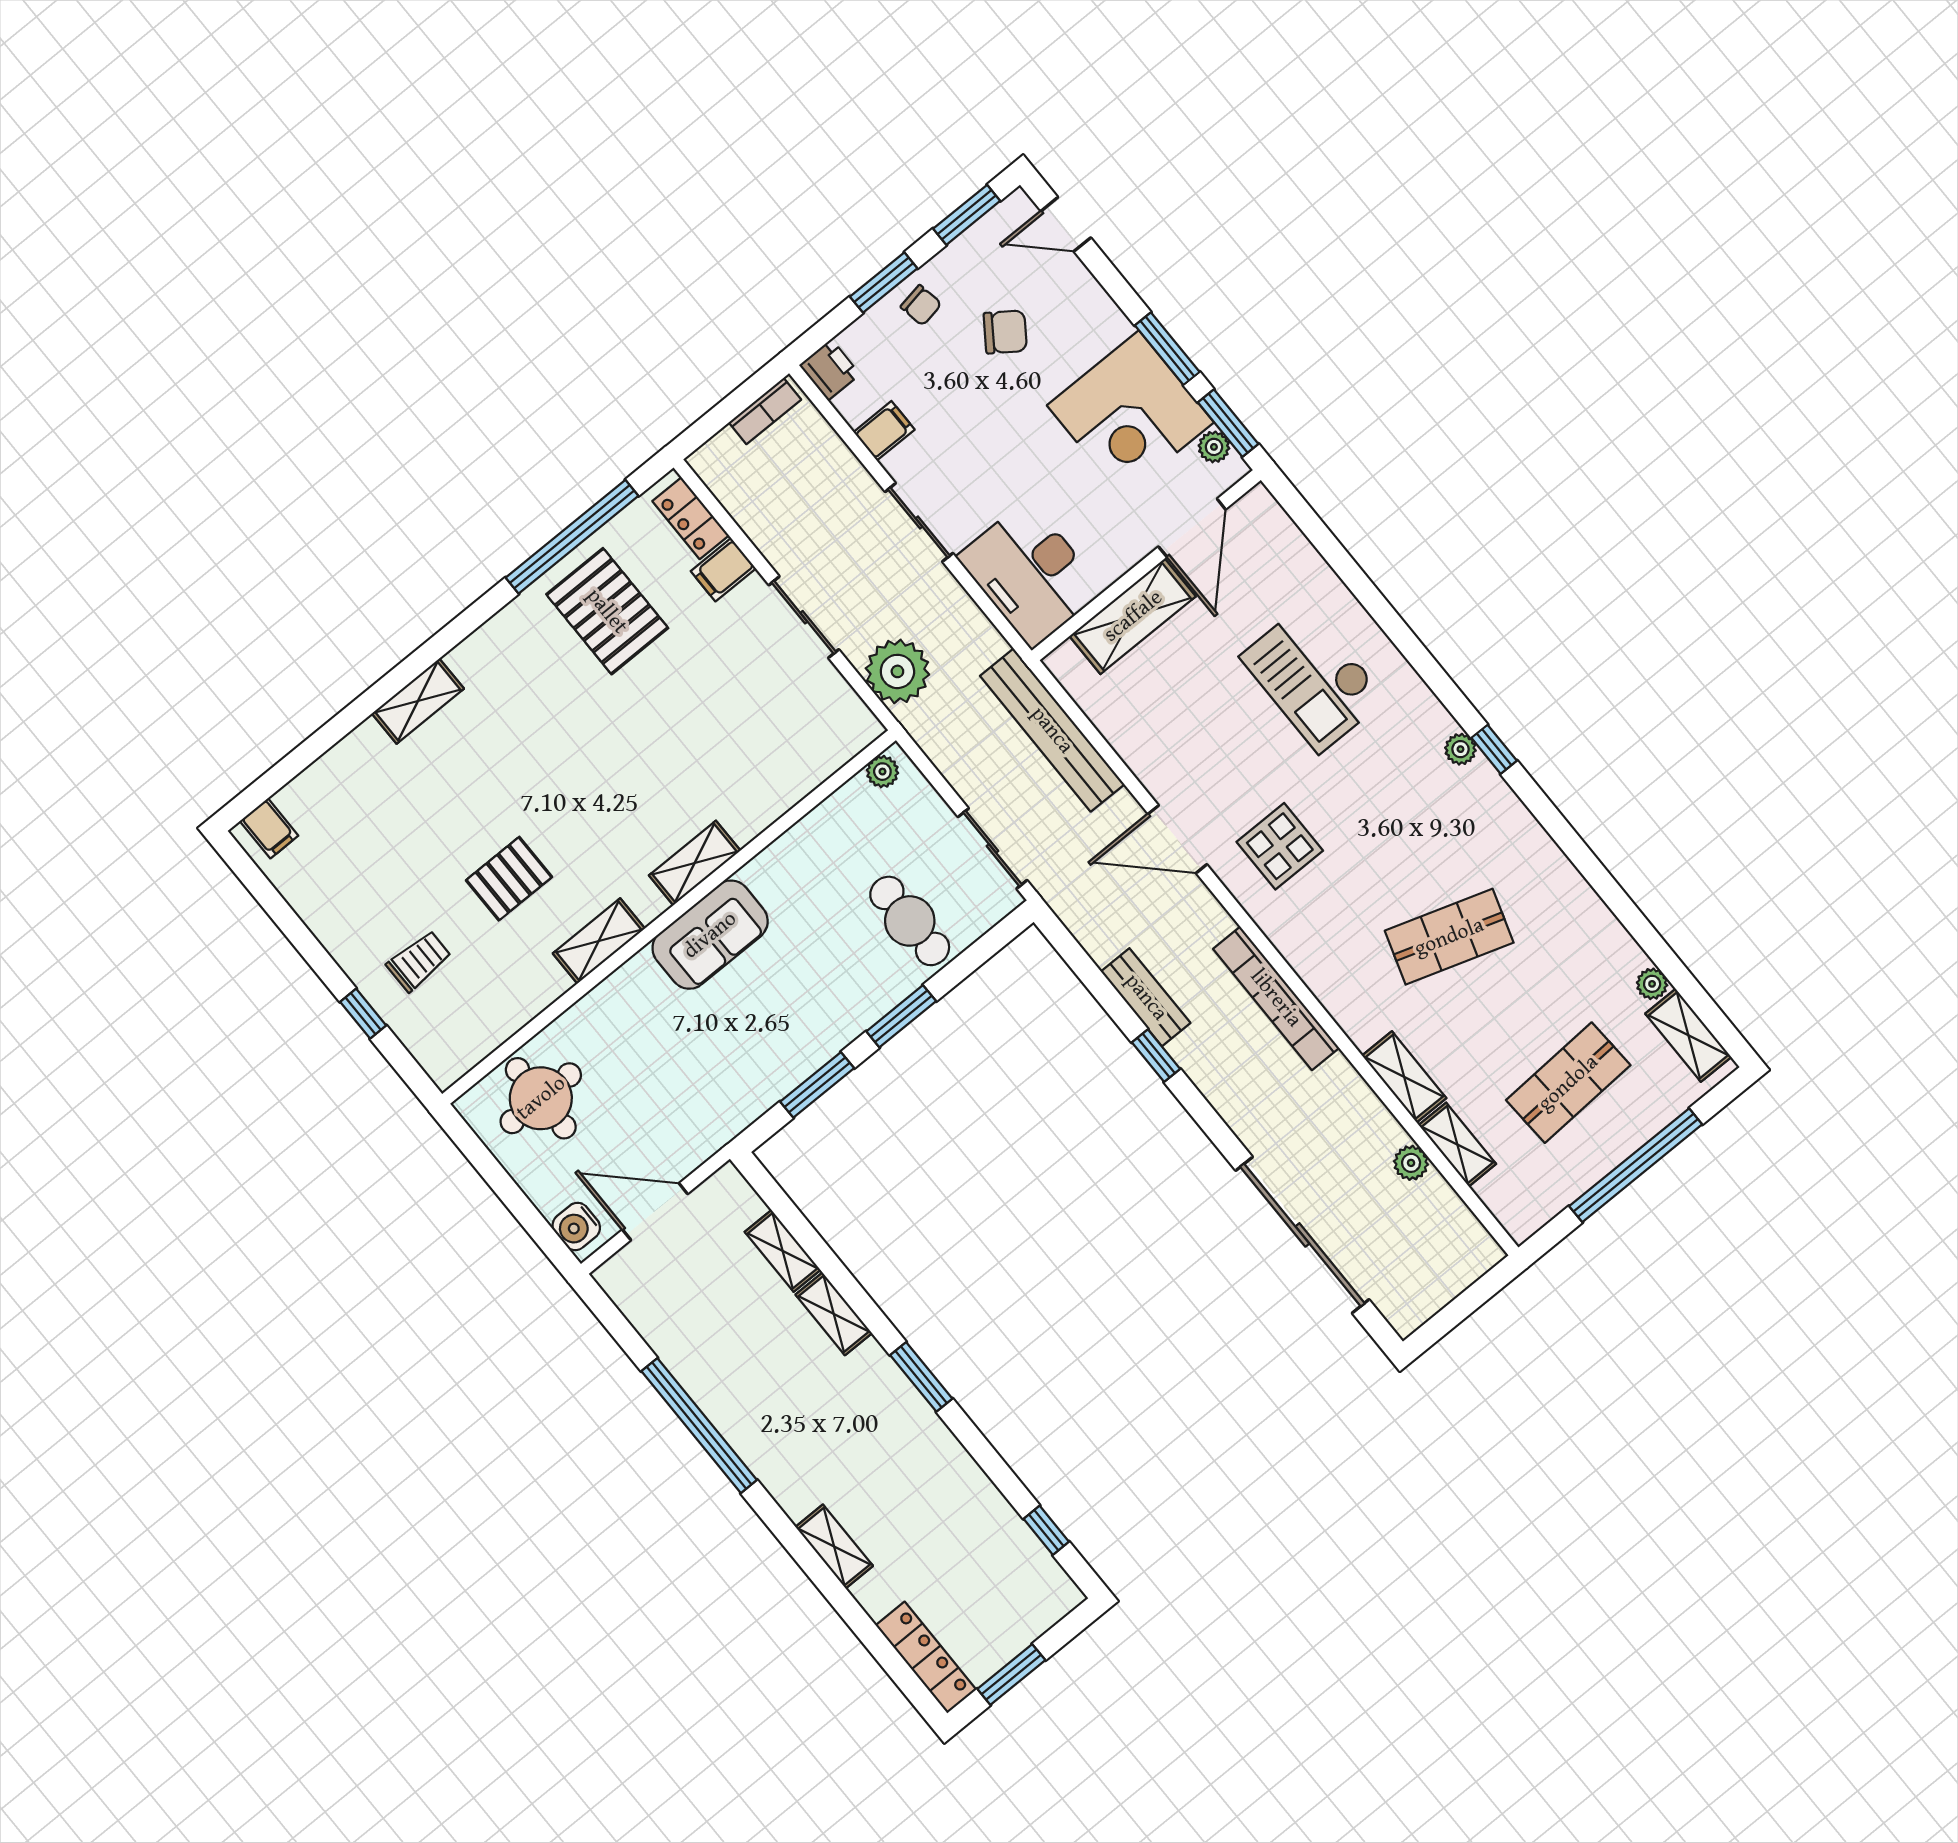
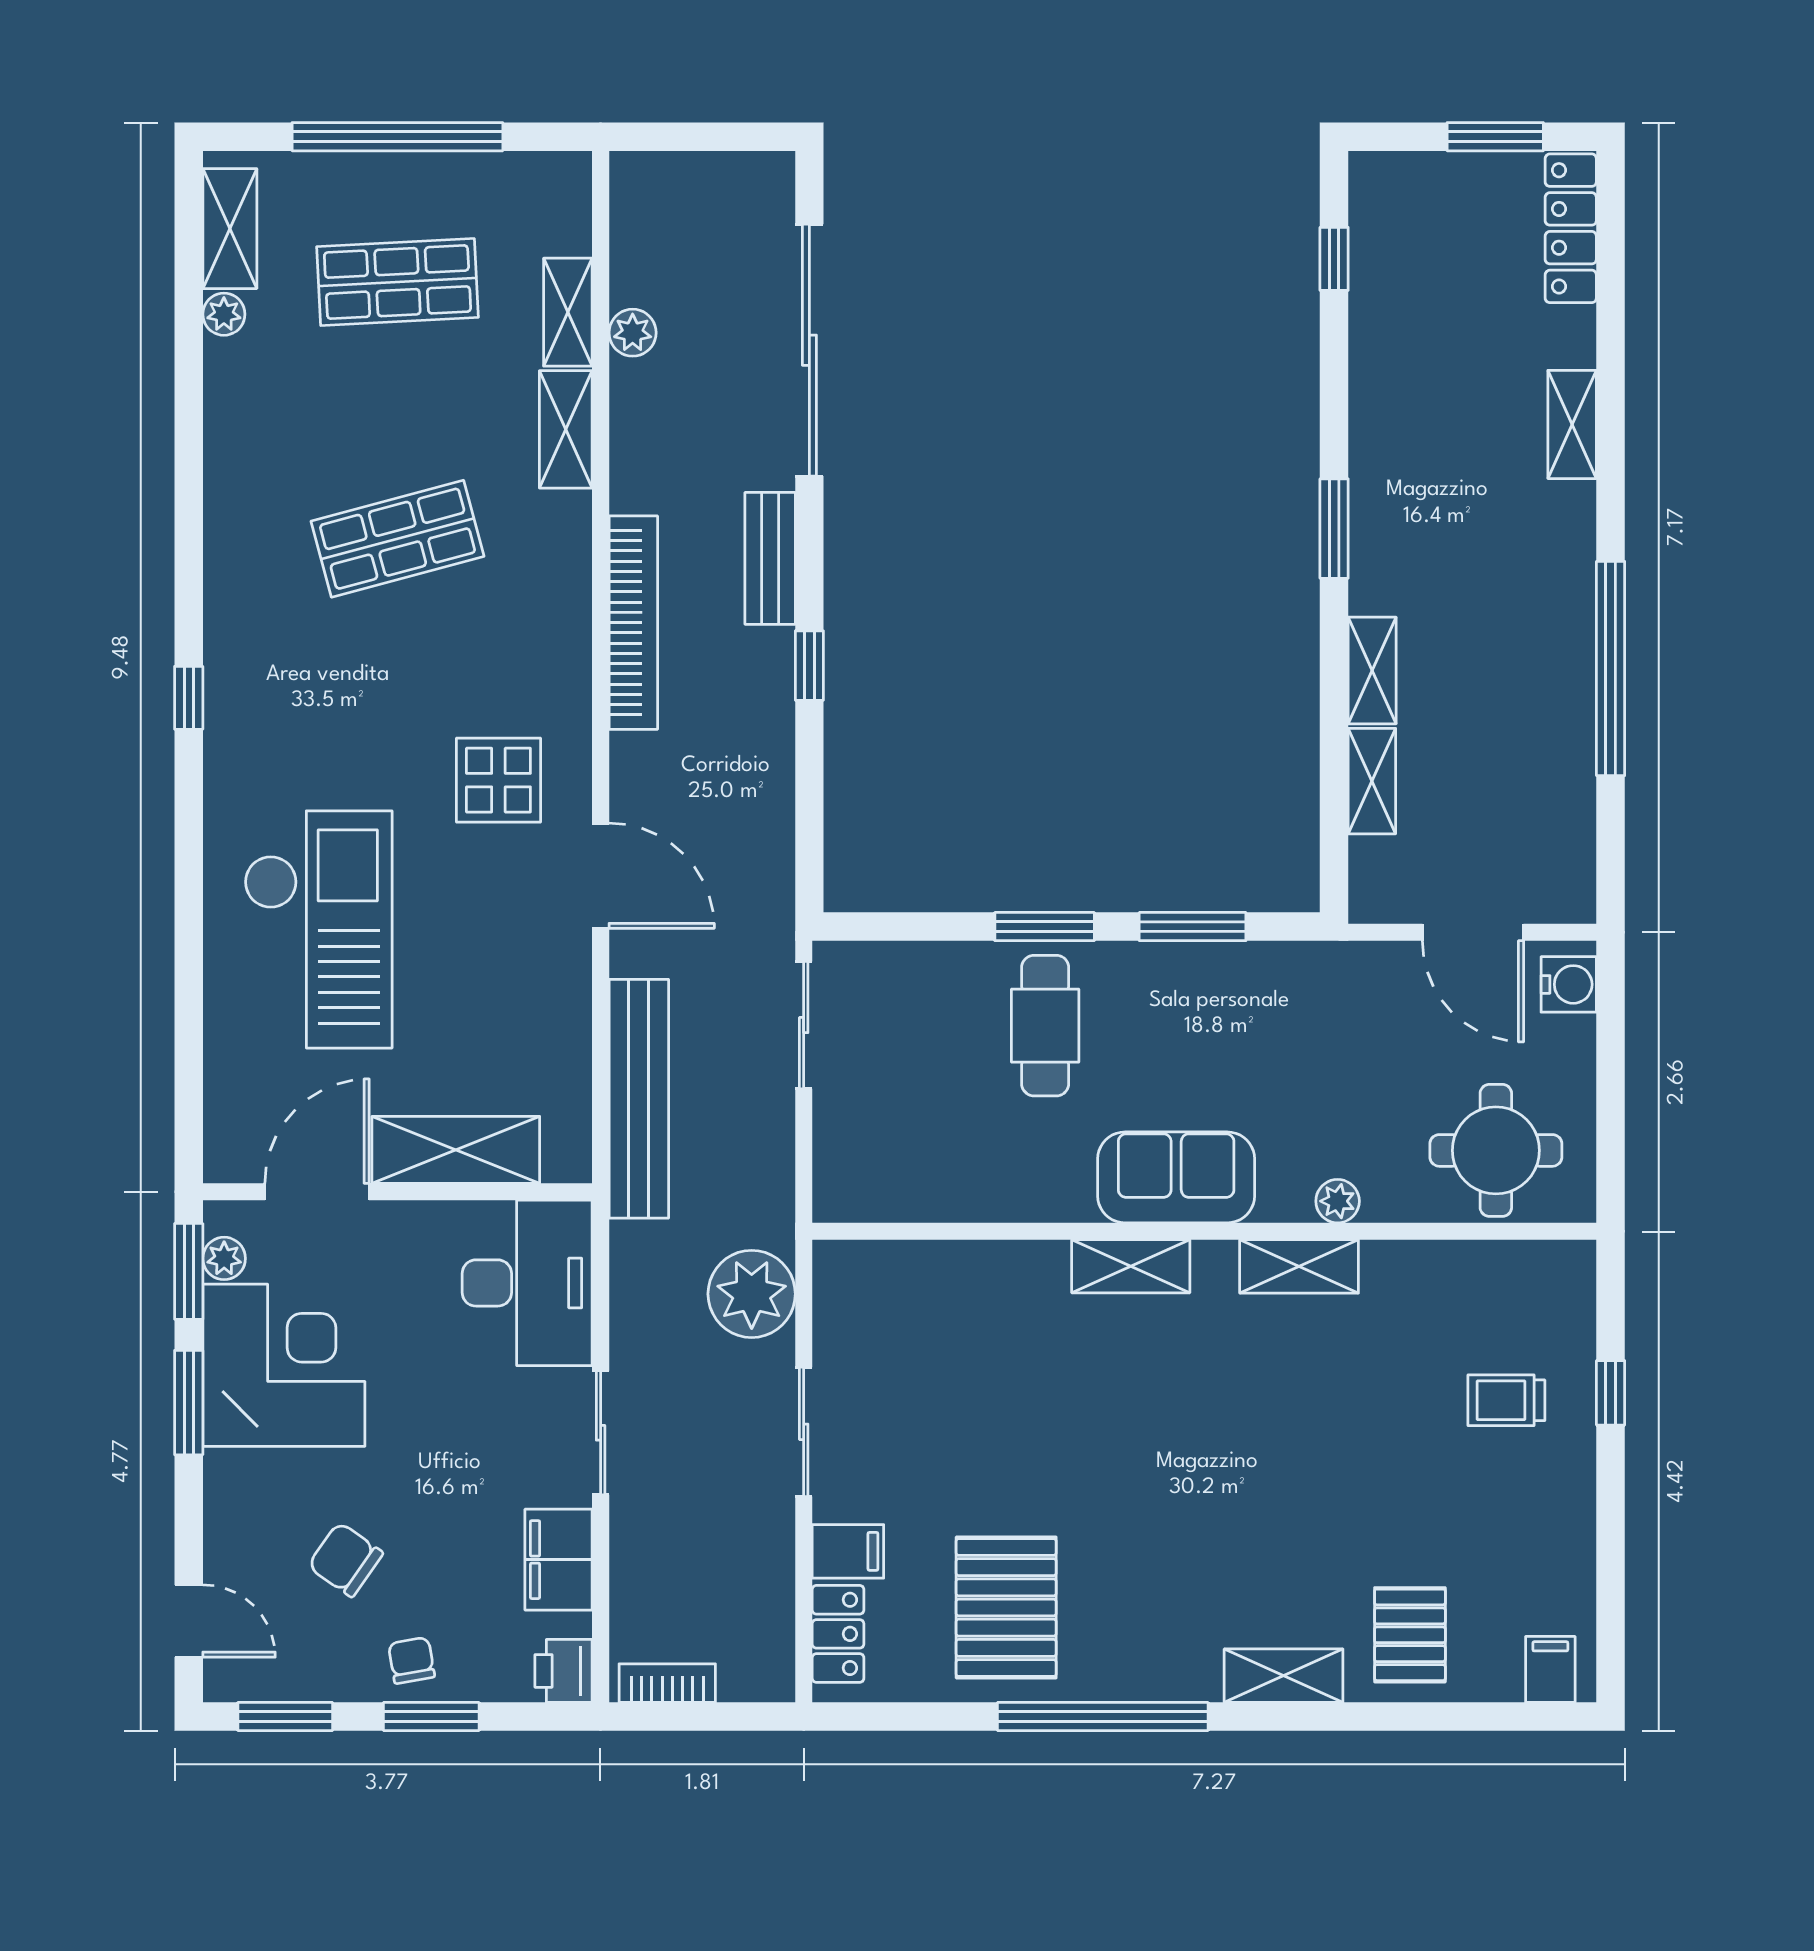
filing cabinet: (884, 431) -> (559, 1560), width x2.00
window: (572, 537) -> (1103, 1717), moved
checkout: (1313, 678) -> (318, 929), width x1.36, depth x1.21
plant: (1460, 749) -> (224, 727), removed
plant: (882, 772) -> (1338, 1201), moved
pallet: (509, 879) -> (1410, 1635), moved, turned 90
cafe table: (910, 921) -> (1045, 1026), moved
shop shelf: (1449, 937) -> (397, 539), turned -33
bench: (1146, 997) -> (770, 558), moved

